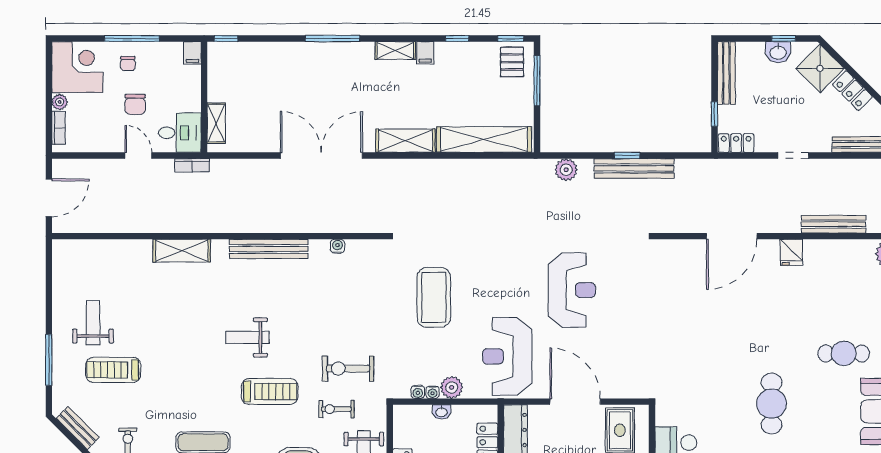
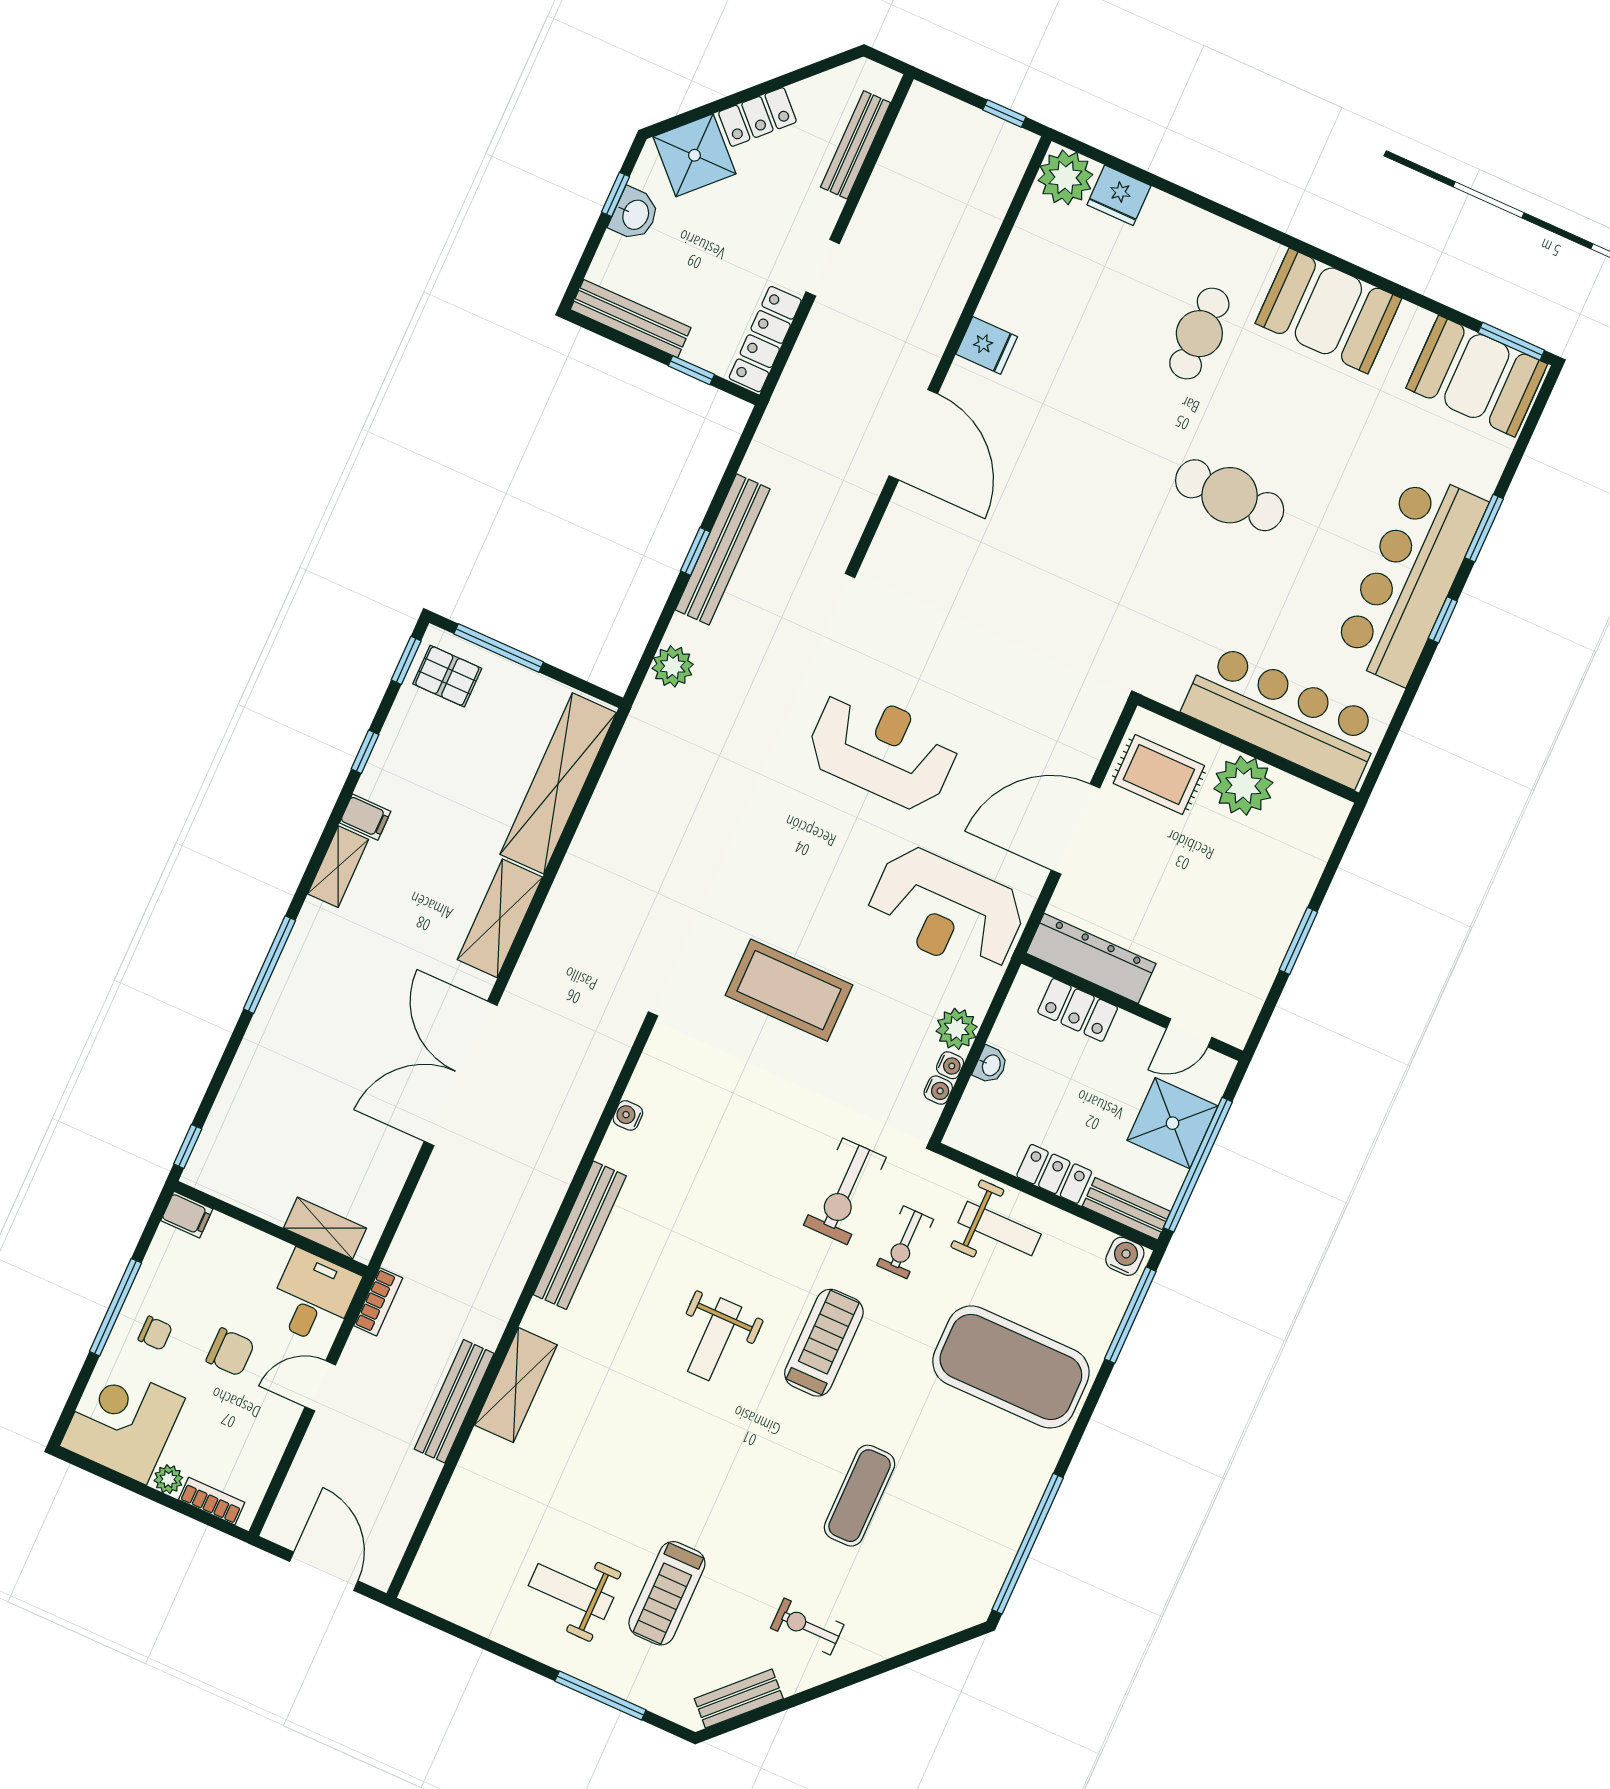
locker: (736, 143) -> (765, 339), width x1.53
bench: (833, 224) -> (454, 1401), moved

